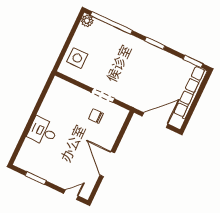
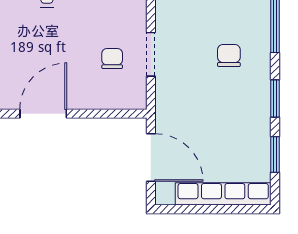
chair: (122, 56) -> (229, 56), added
window: (193, 61) -> (275, 155), moved

